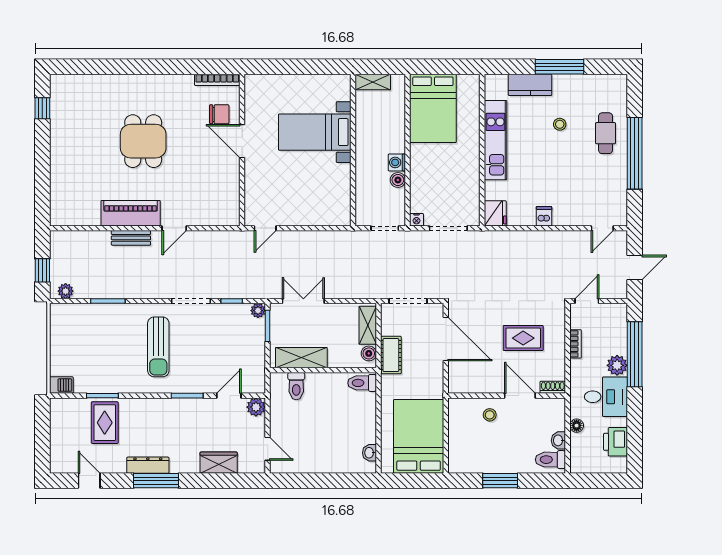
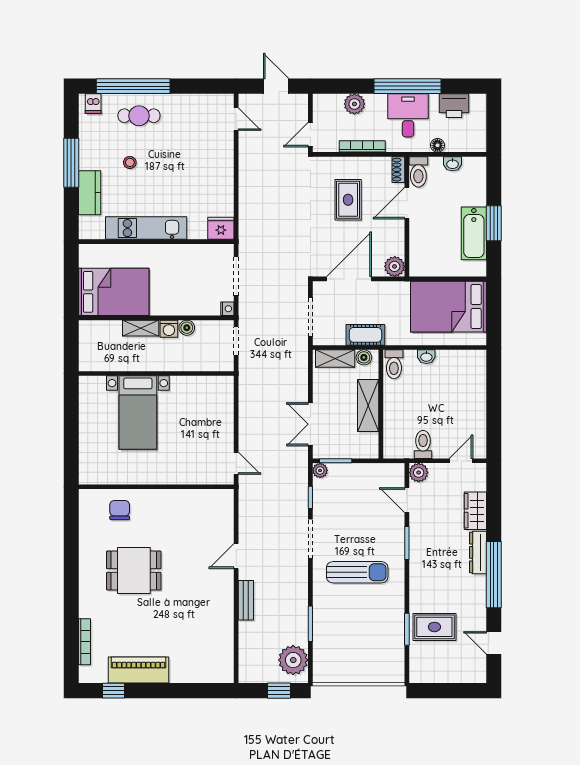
bookcase: (217, 80) -> (85, 642), moved
shelving: (373, 82) -> (141, 328), moved, turned 90
dining table: (143, 141) -> (134, 571), moved
door: (242, 141) -> (147, 487), removed
window: (635, 153) -> (133, 86), moved
piano: (131, 213) -> (139, 670), moved, turned 90
dishwasher: (544, 216) -> (93, 104), moved, turned -90
door: (174, 228) -> (236, 556), swing flipped
plant: (66, 291) -> (293, 660), width x1.87, depth x1.87
door: (587, 301) -> (310, 135), hinge flipped
bookcase: (576, 344) -> (362, 146), width x1.56
window: (635, 354) -> (407, 86), moved
shelving: (301, 358) -> (368, 406), moved
plant: (617, 365) -> (354, 104), moved
plant: (458, 383) -> (395, 266), added
barbecue: (61, 385) -> (396, 671), removed
toilet: (296, 386) -> (423, 444), moved, turned -90
stool: (490, 415) -> (427, 234), removed
washbasin: (369, 453) -> (426, 357), moved
toilet: (550, 460) -> (418, 172), moved
bathtub: (490, 461) -> (474, 233), added
dresser: (148, 465) -> (478, 552), moved
door: (89, 481) -> (494, 643), hinge flipped
window: (156, 481) -> (494, 575), width x1.46

